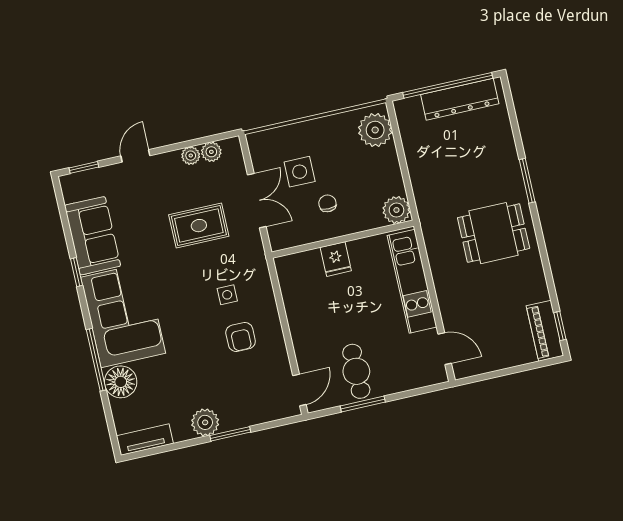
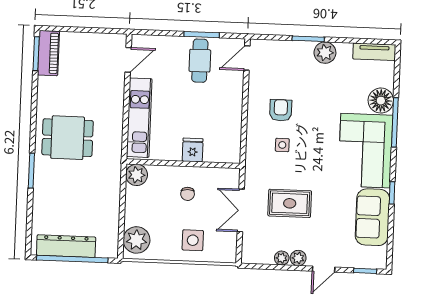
plant: (211, 152) -> (298, 258), moved
side table: (300, 172) -> (193, 240), moved
window: (560, 326) -> (36, 54), width x1.50
door: (445, 349) -> (128, 60), swing flipped

